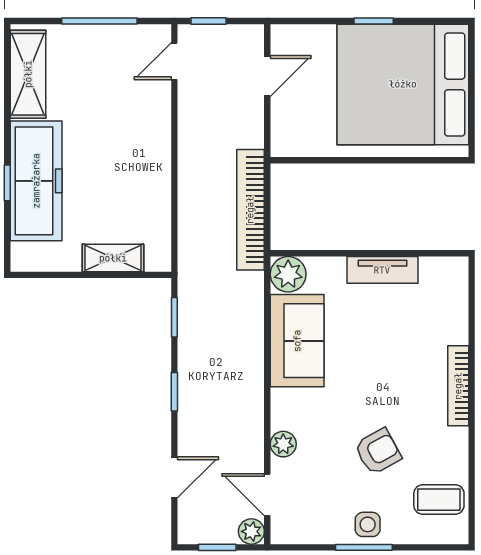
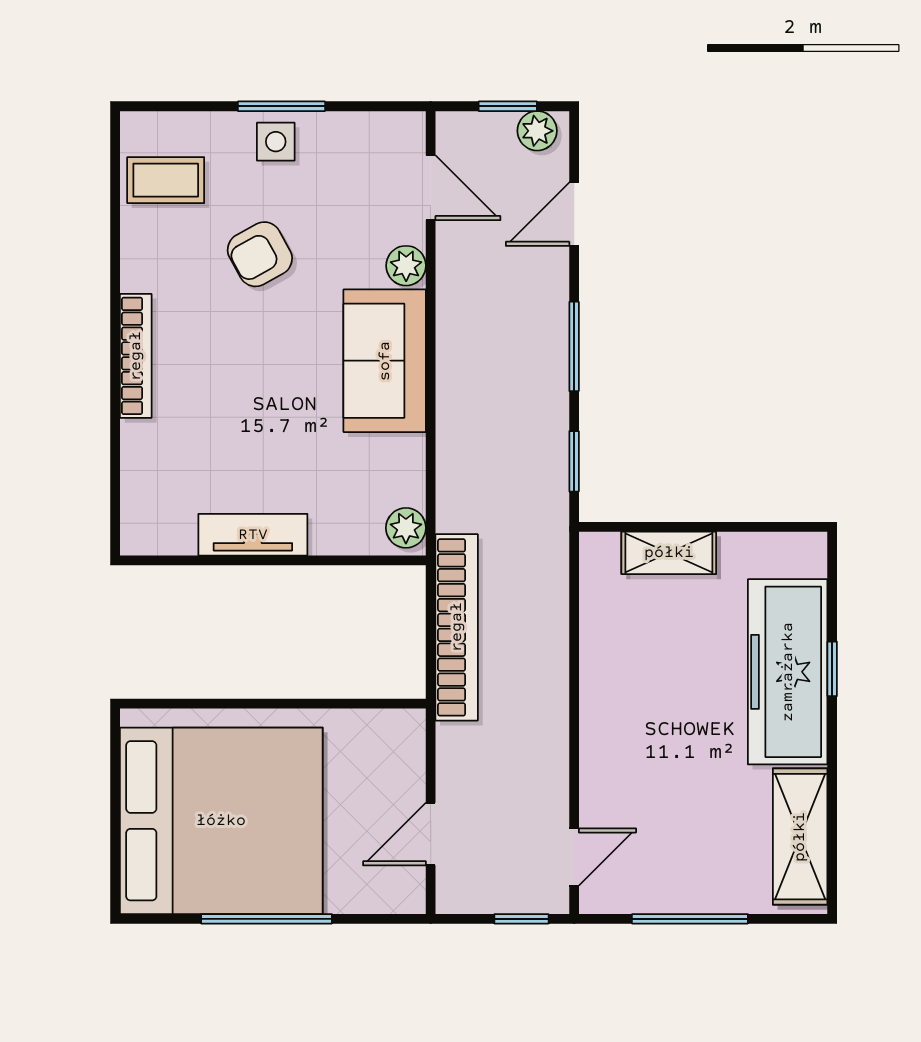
window: (374, 21) -> (266, 919), width x2.17
plant: (288, 274) -> (406, 528), width x0.73, depth x0.73
sofa: (297, 341) -> (385, 361), moved
window: (174, 392) -> (574, 346), width x1.50
plant: (251, 531) -> (537, 131), moved

